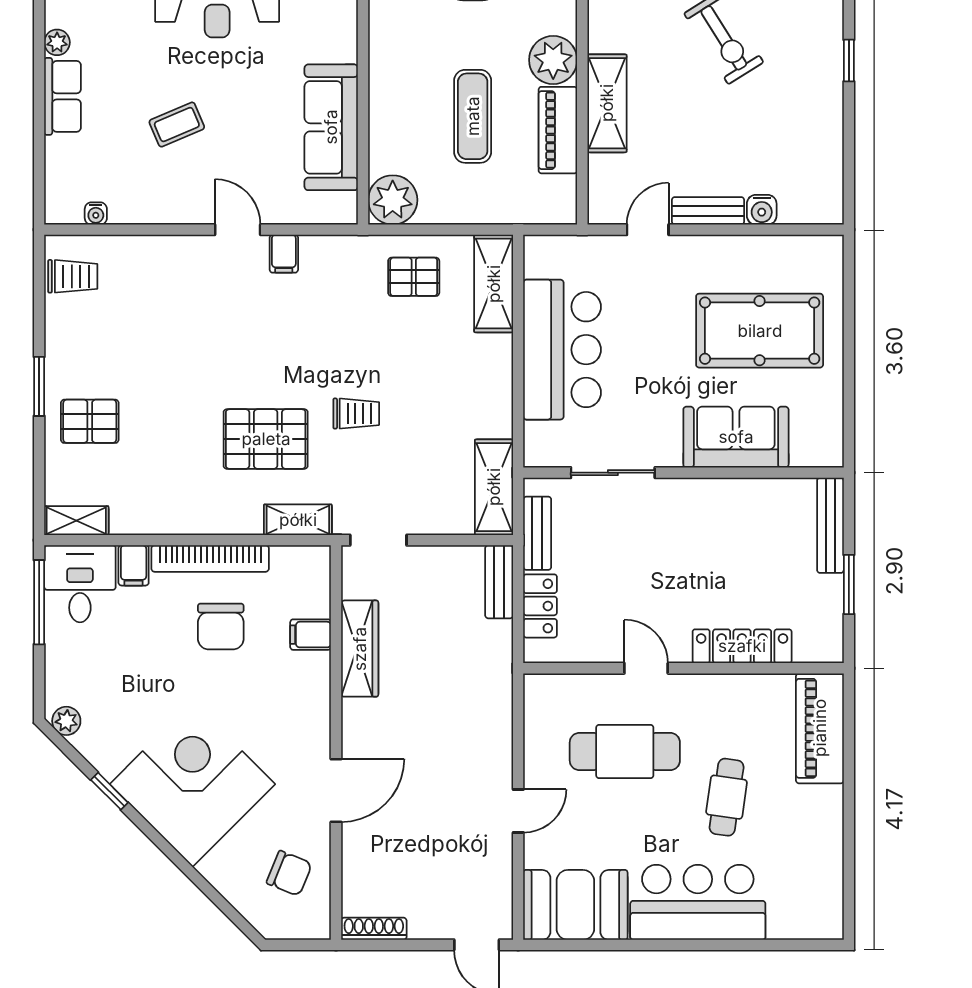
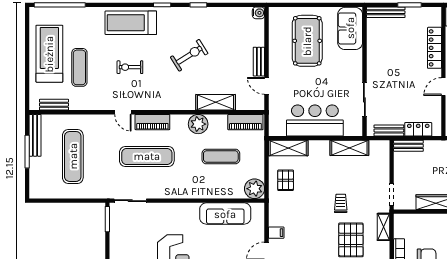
piano: (558, 130) -> (245, 122), moved
water cooler: (762, 210) -> (258, 13), moved
sofa: (736, 437) -> (350, 28), moved
shelving: (494, 487) -> (349, 148), moved
filing cabinet: (311, 635) -> (430, 222), removed

